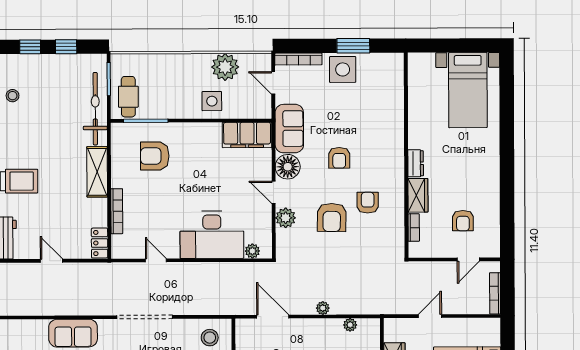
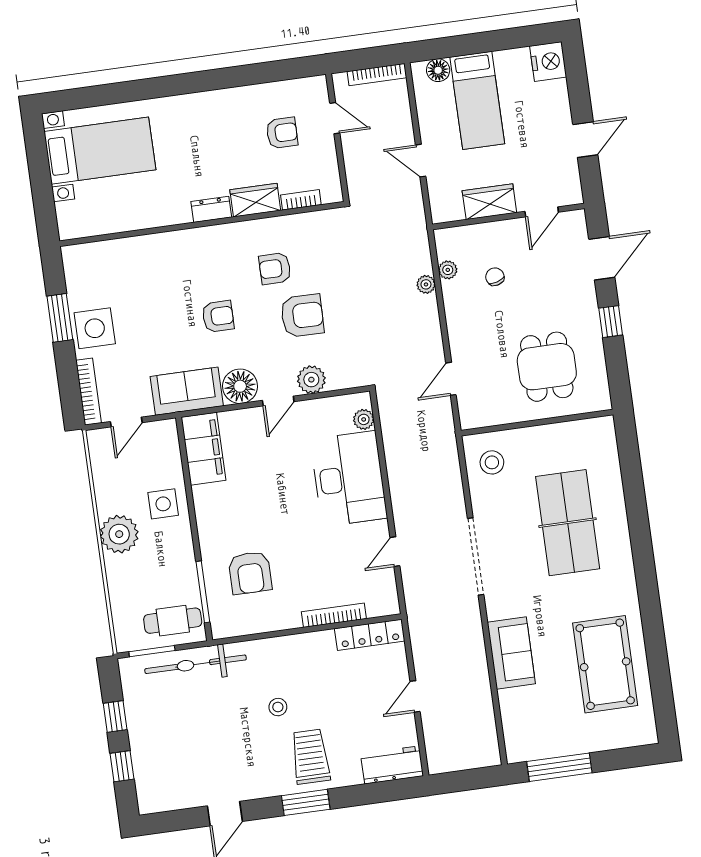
plant: (225, 67) -> (119, 534), moved
stool: (13, 96) -> (278, 707), moved
shelving: (97, 172) -> (283, 650), removed
locker: (100, 243) -> (370, 635), width x1.53
plant: (323, 308) -> (426, 284), moved
door: (273, 317) -> (451, 379), width x0.73
floor lamp: (492, 337) -> (438, 70), added

